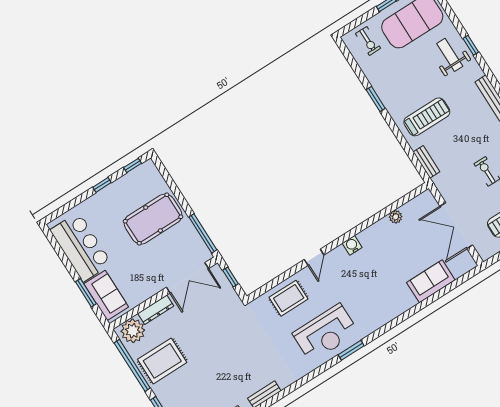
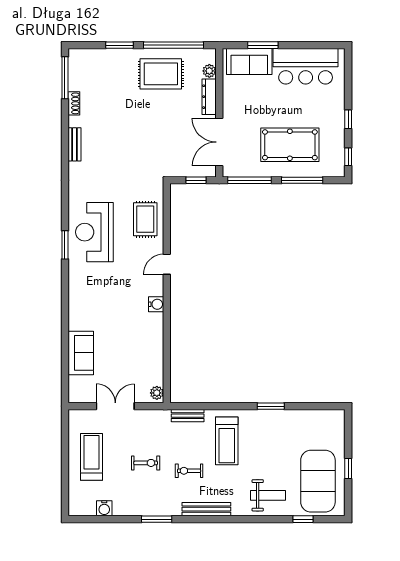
exercise bike: (368, 41) -> (189, 471), moved
window: (471, 45) -> (303, 519), moved
window: (176, 191) -> (302, 180), added
plant: (396, 217) -> (157, 393), moved
pool table: (153, 219) -> (290, 145), turned 90
double door: (456, 226) -> (115, 406), width x0.73
door: (314, 257) -> (167, 264), hinge flipped
plant: (133, 331) -> (209, 71), width x0.53, depth x0.53
rug: (162, 361) -> (161, 74), turned 90

